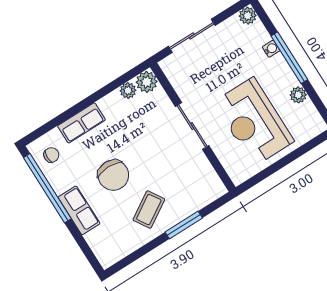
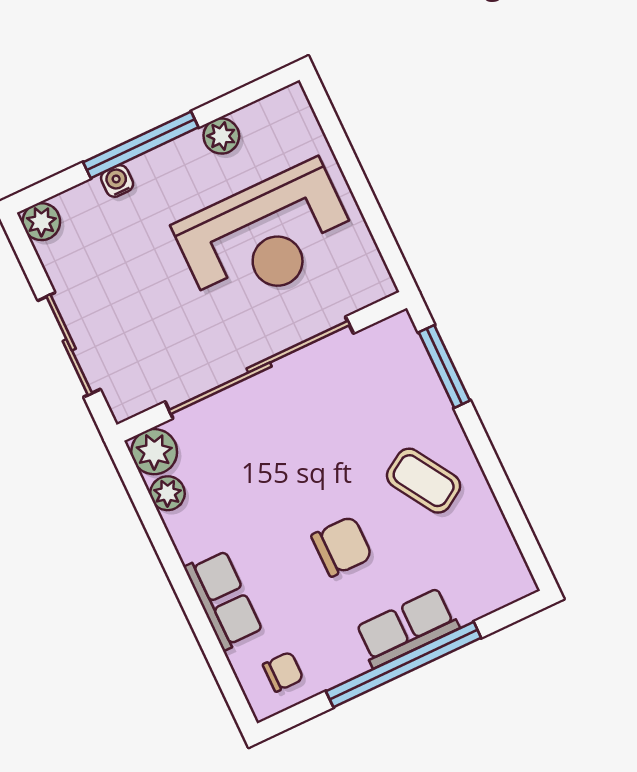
sliding door: (192, 126) -> (259, 368), width x1.86
chair: (51, 155) -> (283, 672), turned 90
chair: (113, 175) -> (342, 546), width x0.73, depth x0.73
window: (47, 188) -> (404, 664), moved
window: (184, 225) -> (444, 366), moved

